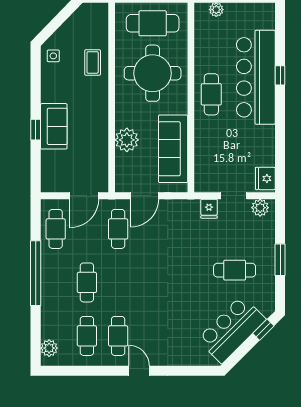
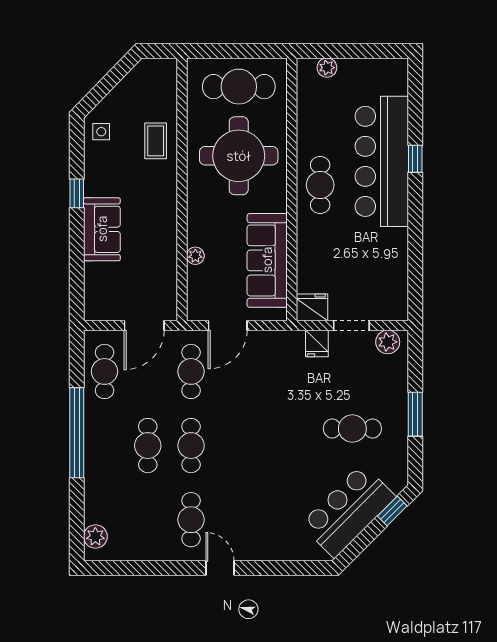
window: (36, 130) -> (77, 193), moved
plant: (127, 140) -> (195, 256), width x0.53, depth x0.53
fridge: (265, 178) -> (312, 307), moved, turned 90
cafe table: (87, 336) -> (191, 446), moved

